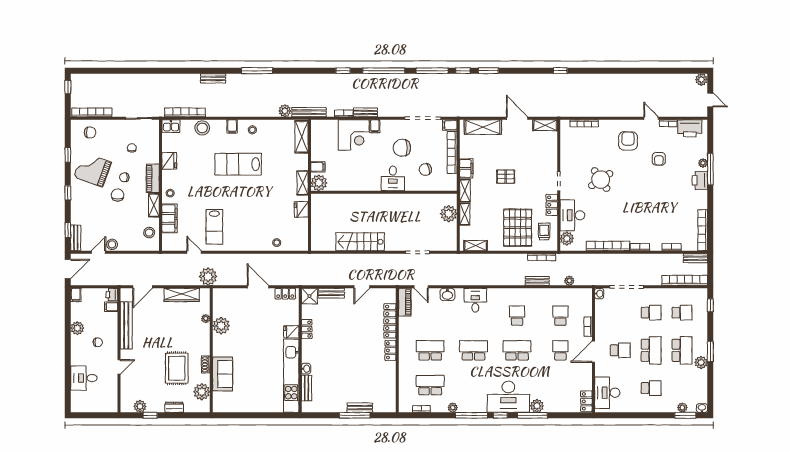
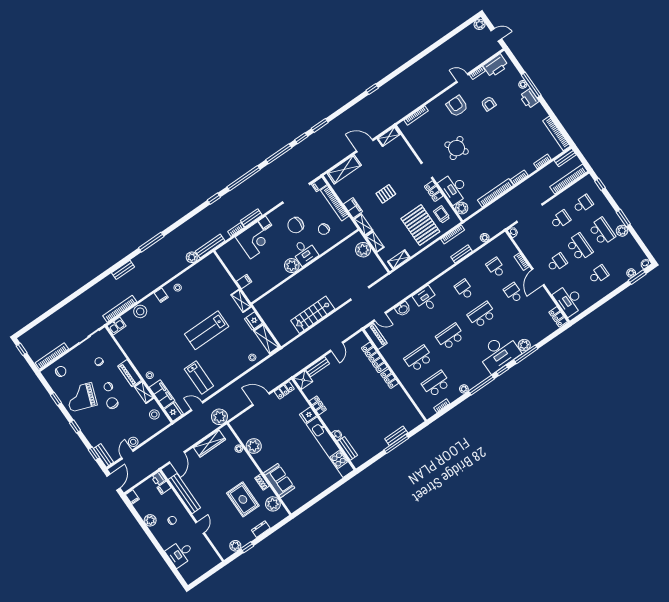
shelving: (302, 137) -> (266, 339), moved
fridge: (169, 161) -> (174, 412), moved
lab bench: (238, 164) -> (207, 330), moved
plant: (319, 183) -> (292, 266), moved

